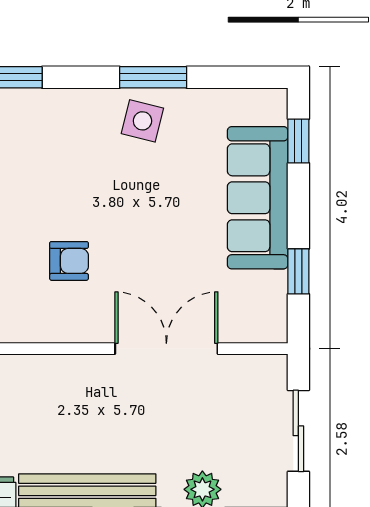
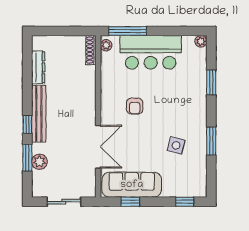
side table: (142, 121) -> (176, 145), moved
sofa: (258, 198) -> (132, 185), moved

